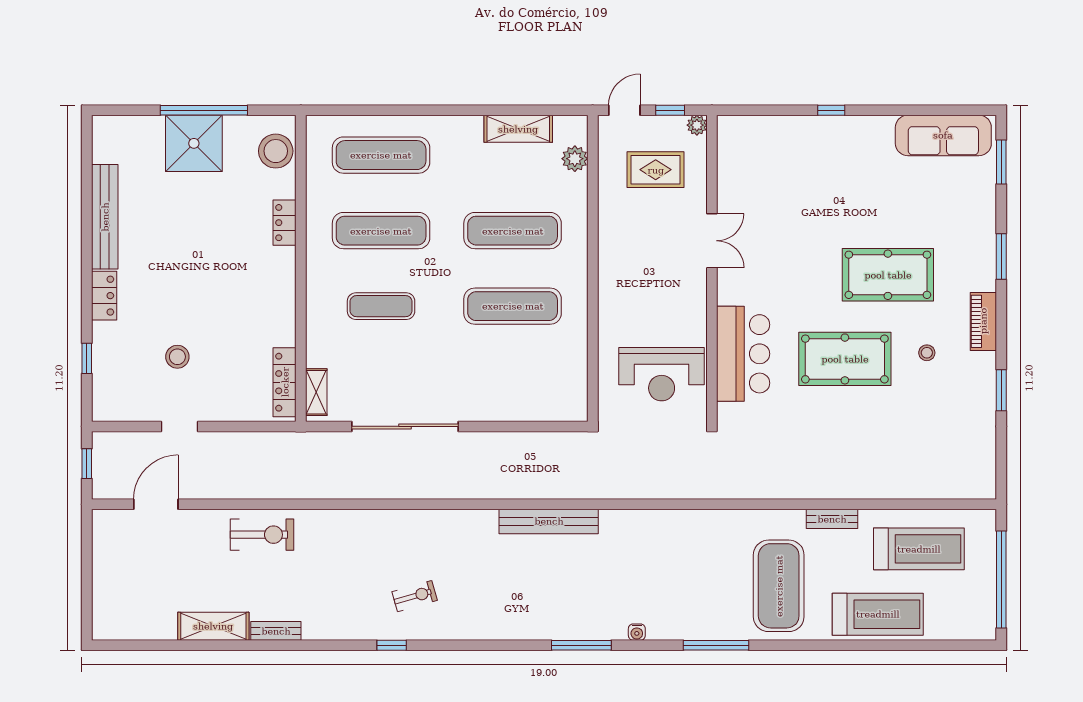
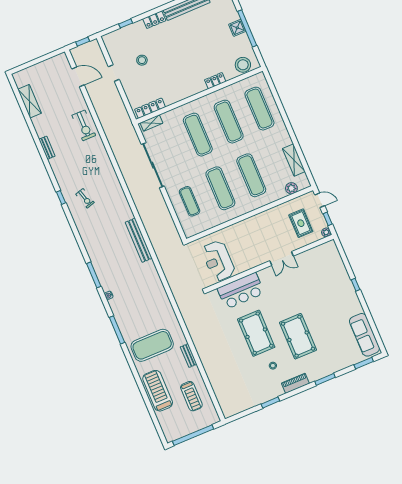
shower: (194, 143) -> (237, 28), width x0.54, depth x0.54
exercise mat: (381, 306) -> (198, 135), width x1.36, depth x1.45
exercise mat: (513, 382) -> (190, 201), added
treadmill: (919, 549) -> (191, 396), width x0.73, depth x0.73
treadmill: (878, 614) -> (158, 391), turned 180
shelving: (213, 626) -> (30, 101), moved

